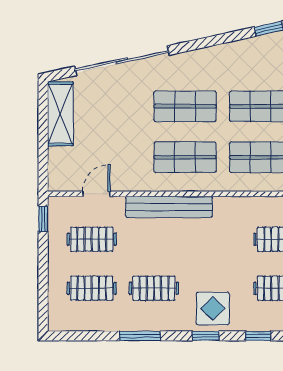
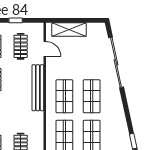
shelving: (60, 114) -> (69, 30), moved
window: (43, 219) -> (16, 20), moved

